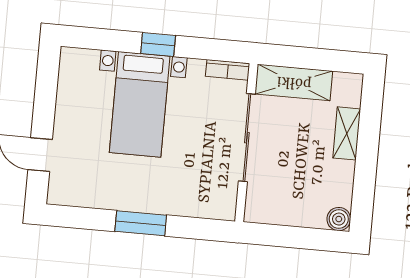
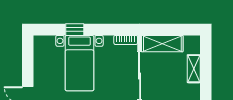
window: (158, 44) -> (75, 30), moved

